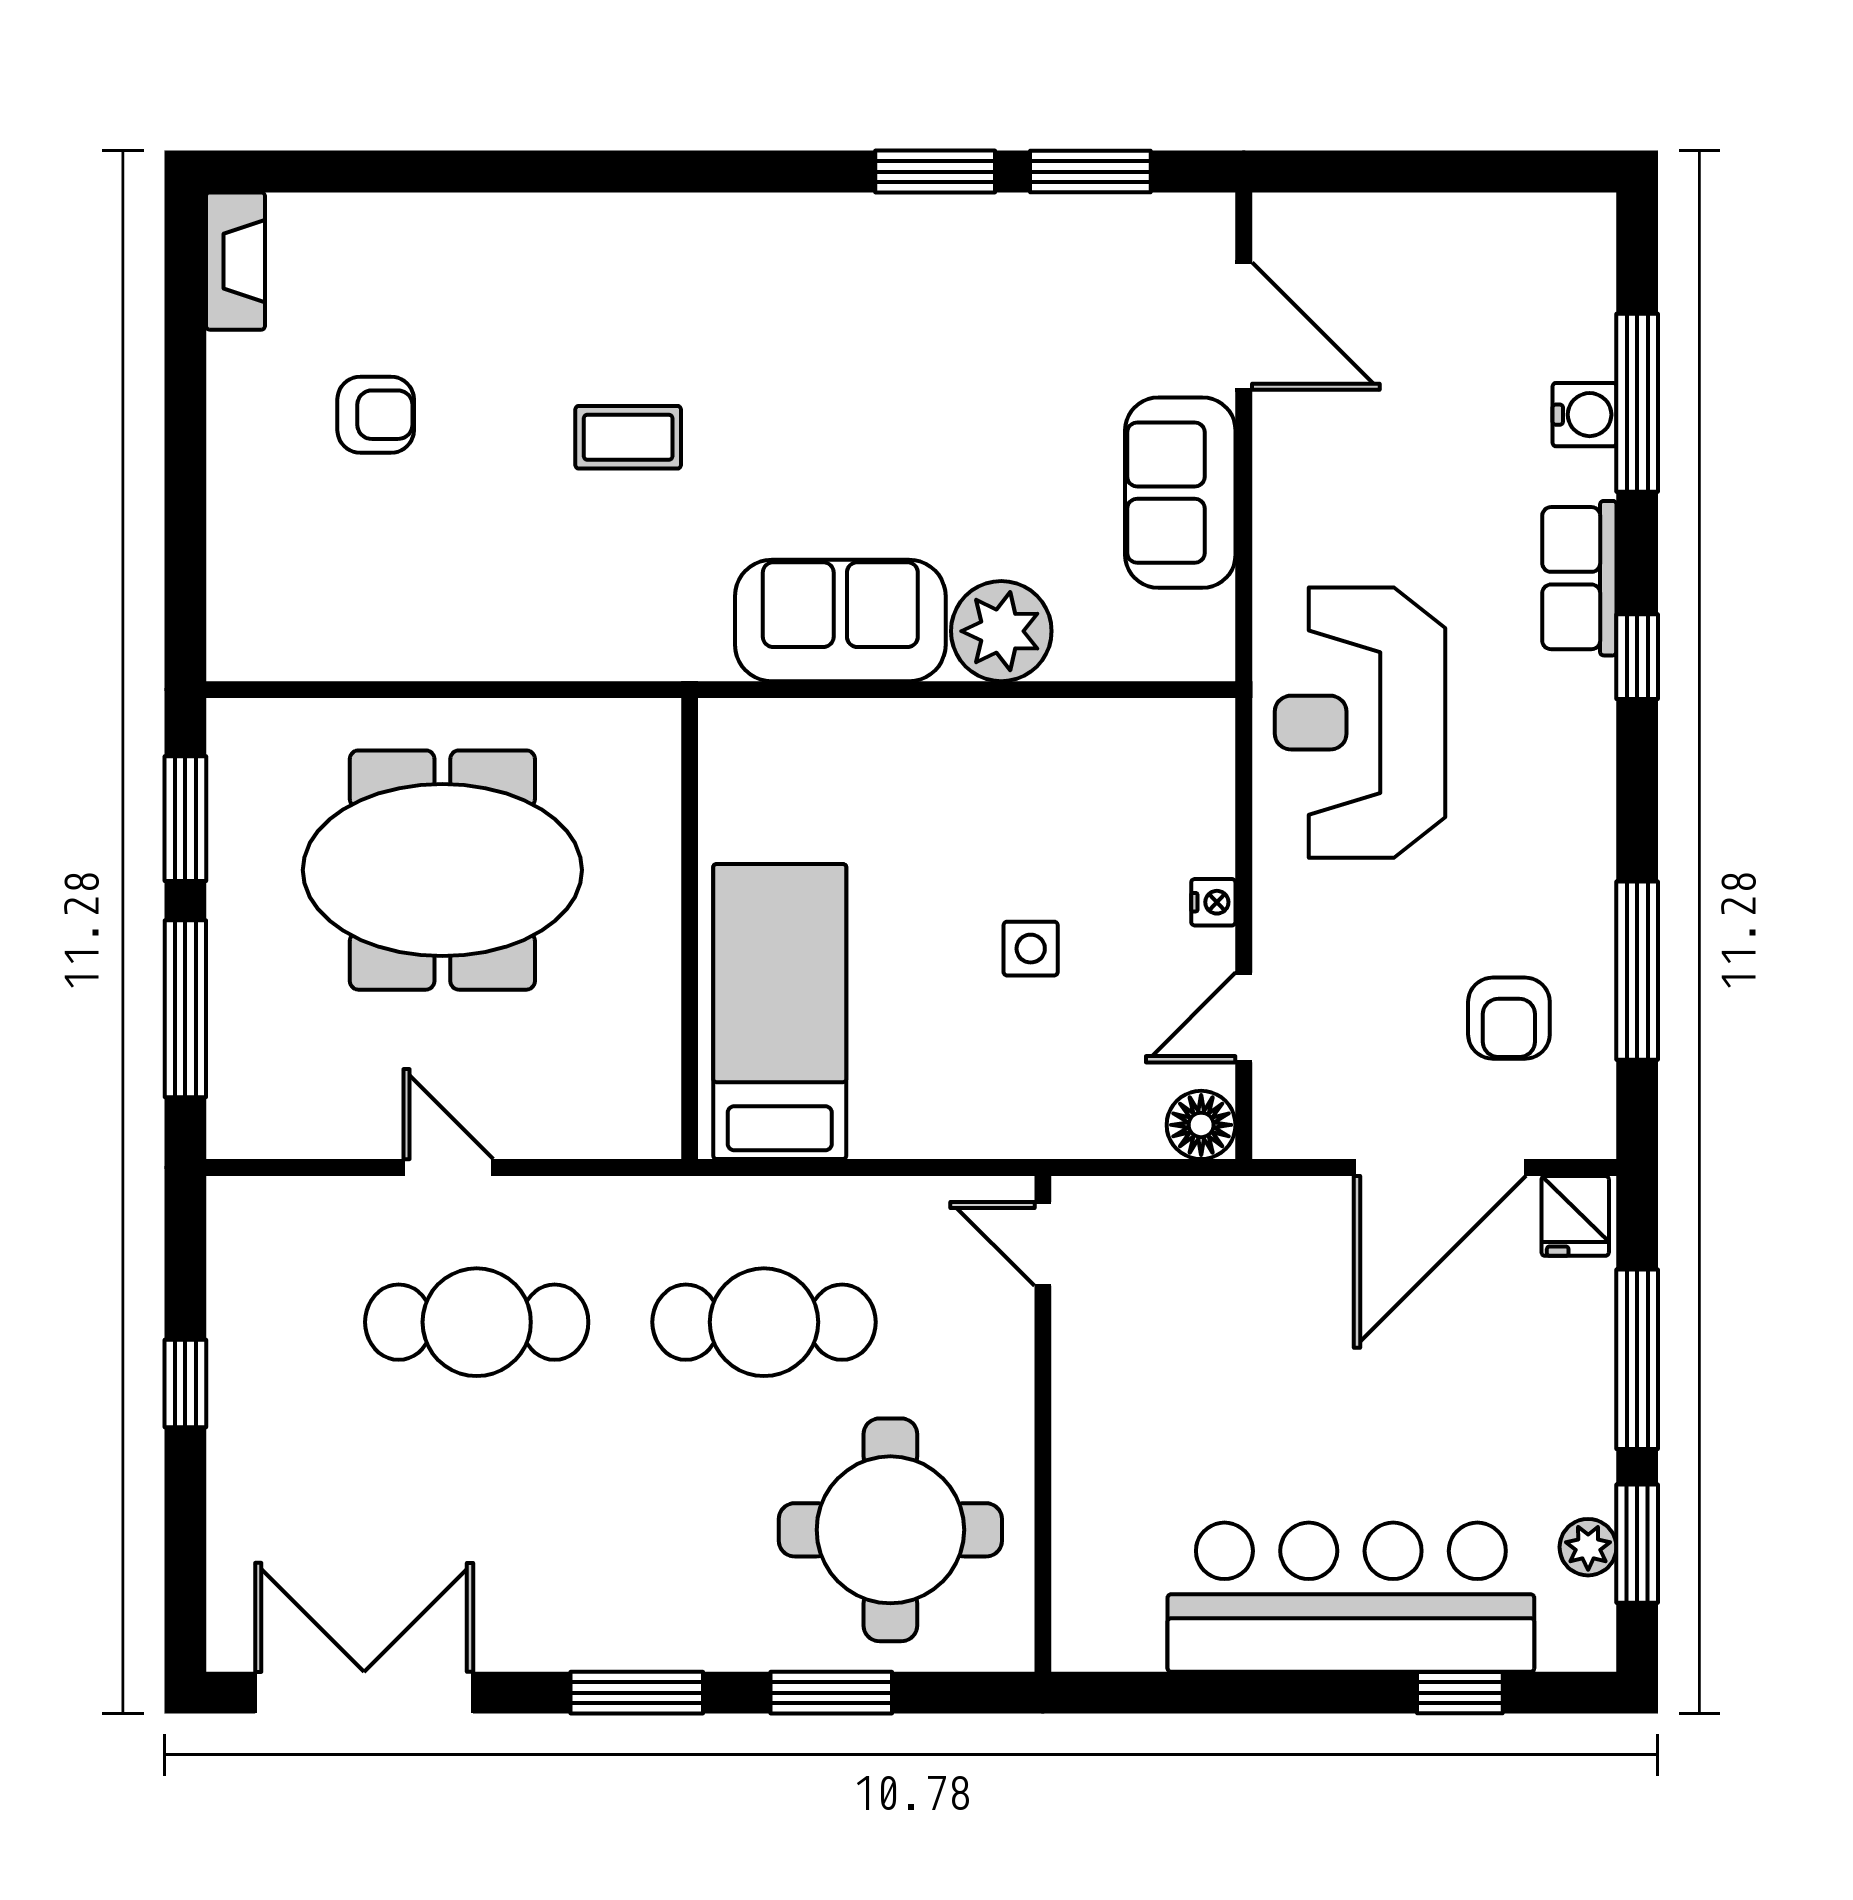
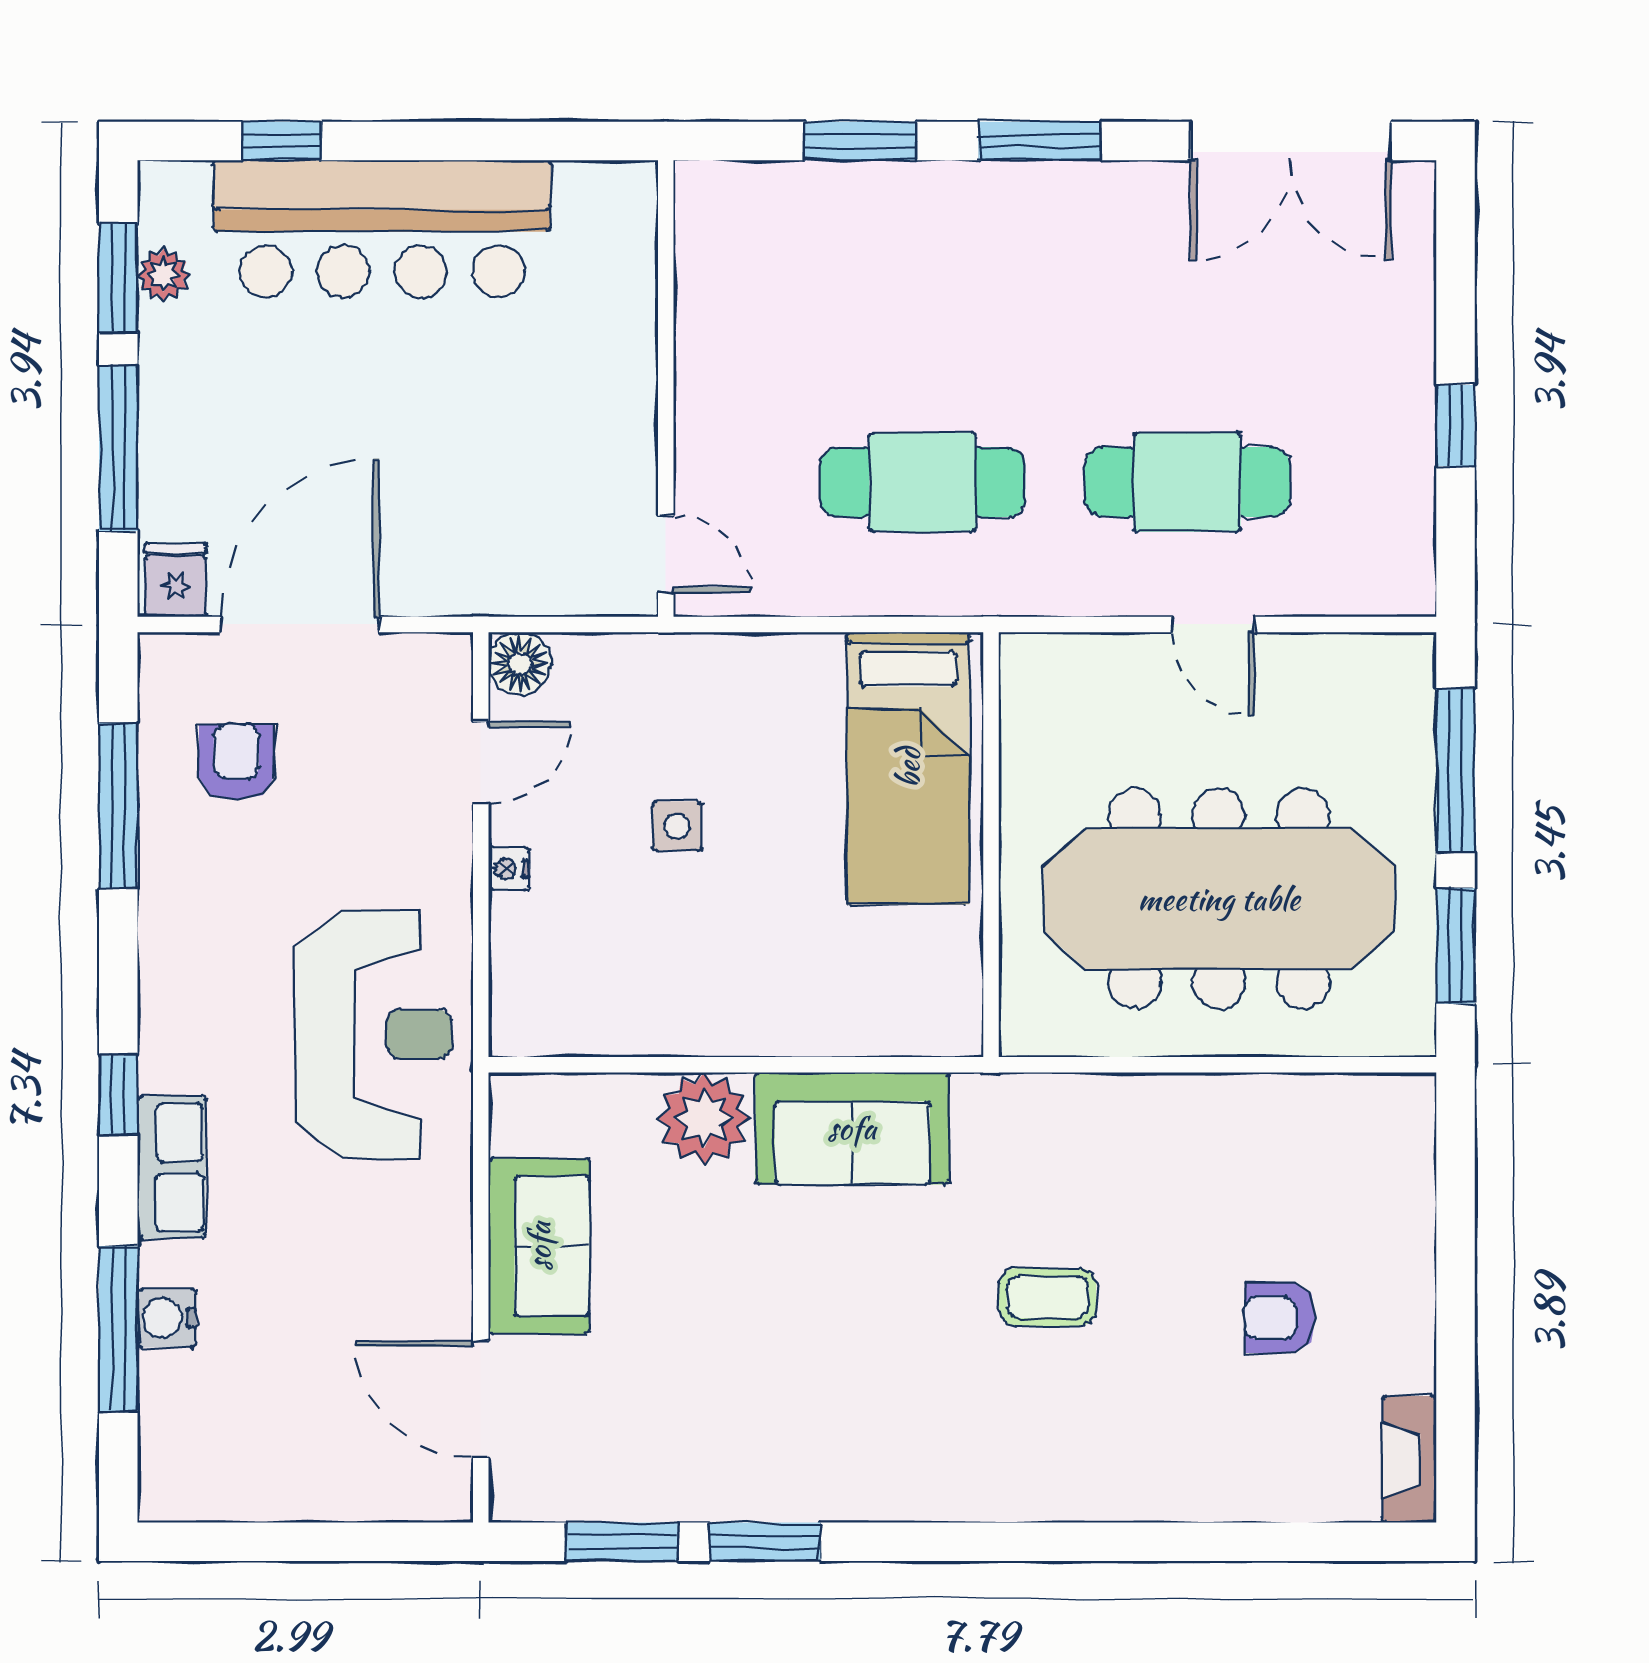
meeting table: (442, 870) -> (1219, 899), width x1.36
round table: (890, 1530) -> (806, 291), removed

